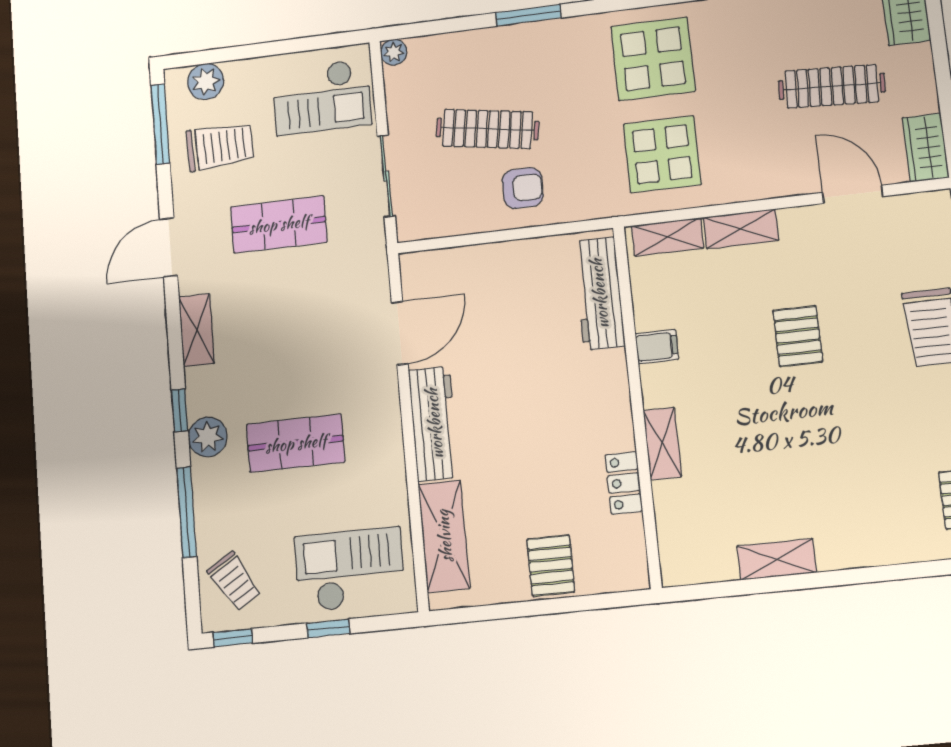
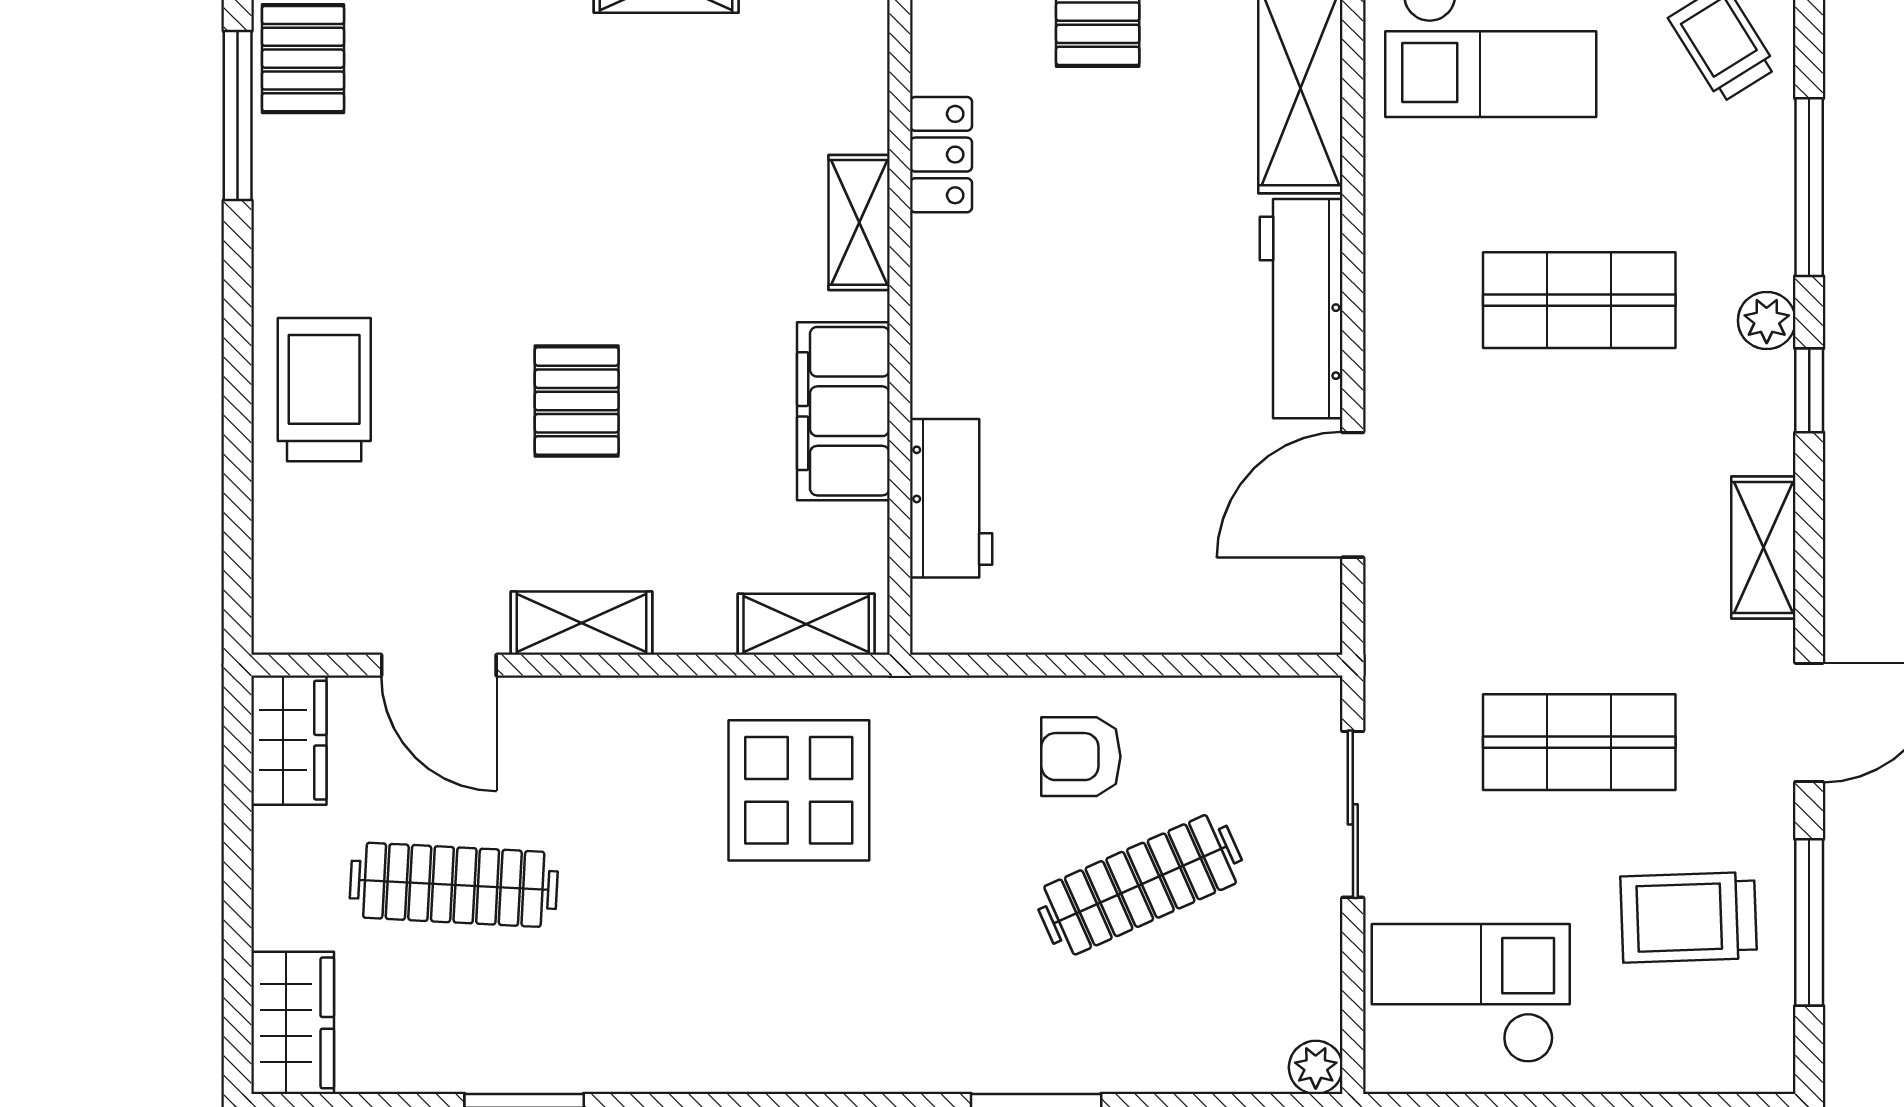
display table: (653, 59) -> (796, 986), removed
plant: (206, 82) -> (1708, 1056), removed
window: (160, 124) -> (1809, 922), moved
clothes rail: (487, 129) -> (1140, 885), turned -33
shelving: (741, 229) -> (582, 623), moved
workbench: (599, 294) -> (951, 498), width x0.73
filing cabinet: (657, 347) -> (843, 411), width x3.00, depth x1.17
plant: (208, 437) -> (1767, 321), width x0.73, depth x0.73

